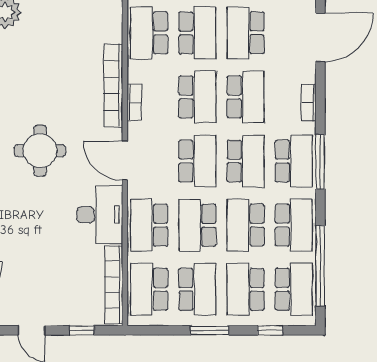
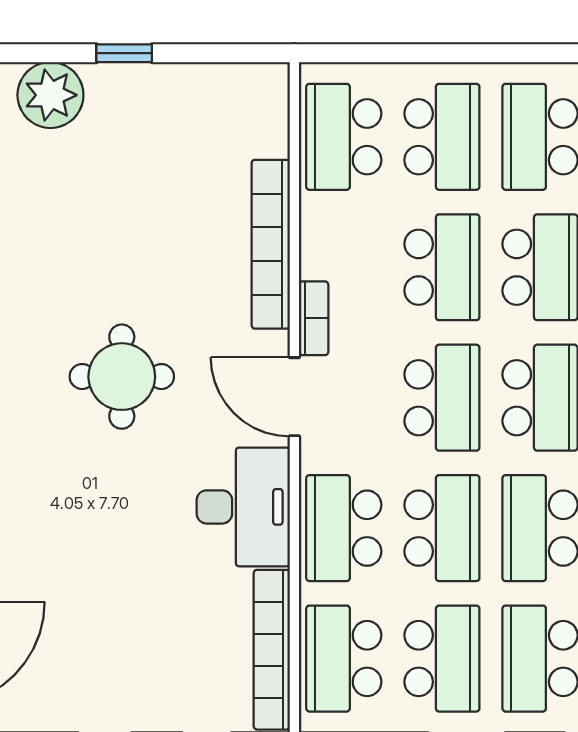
bookcase: (134, 102) -> (314, 318), moved
school desk: (197, 225) -> (442, 528), turned 180

